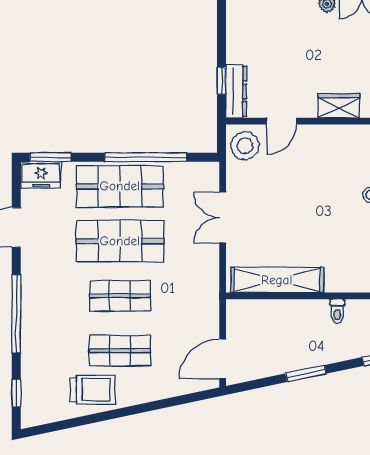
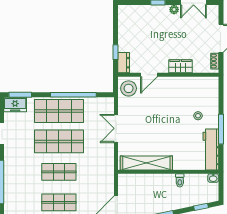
dresser: (236, 91) -> (124, 63), width x0.70

